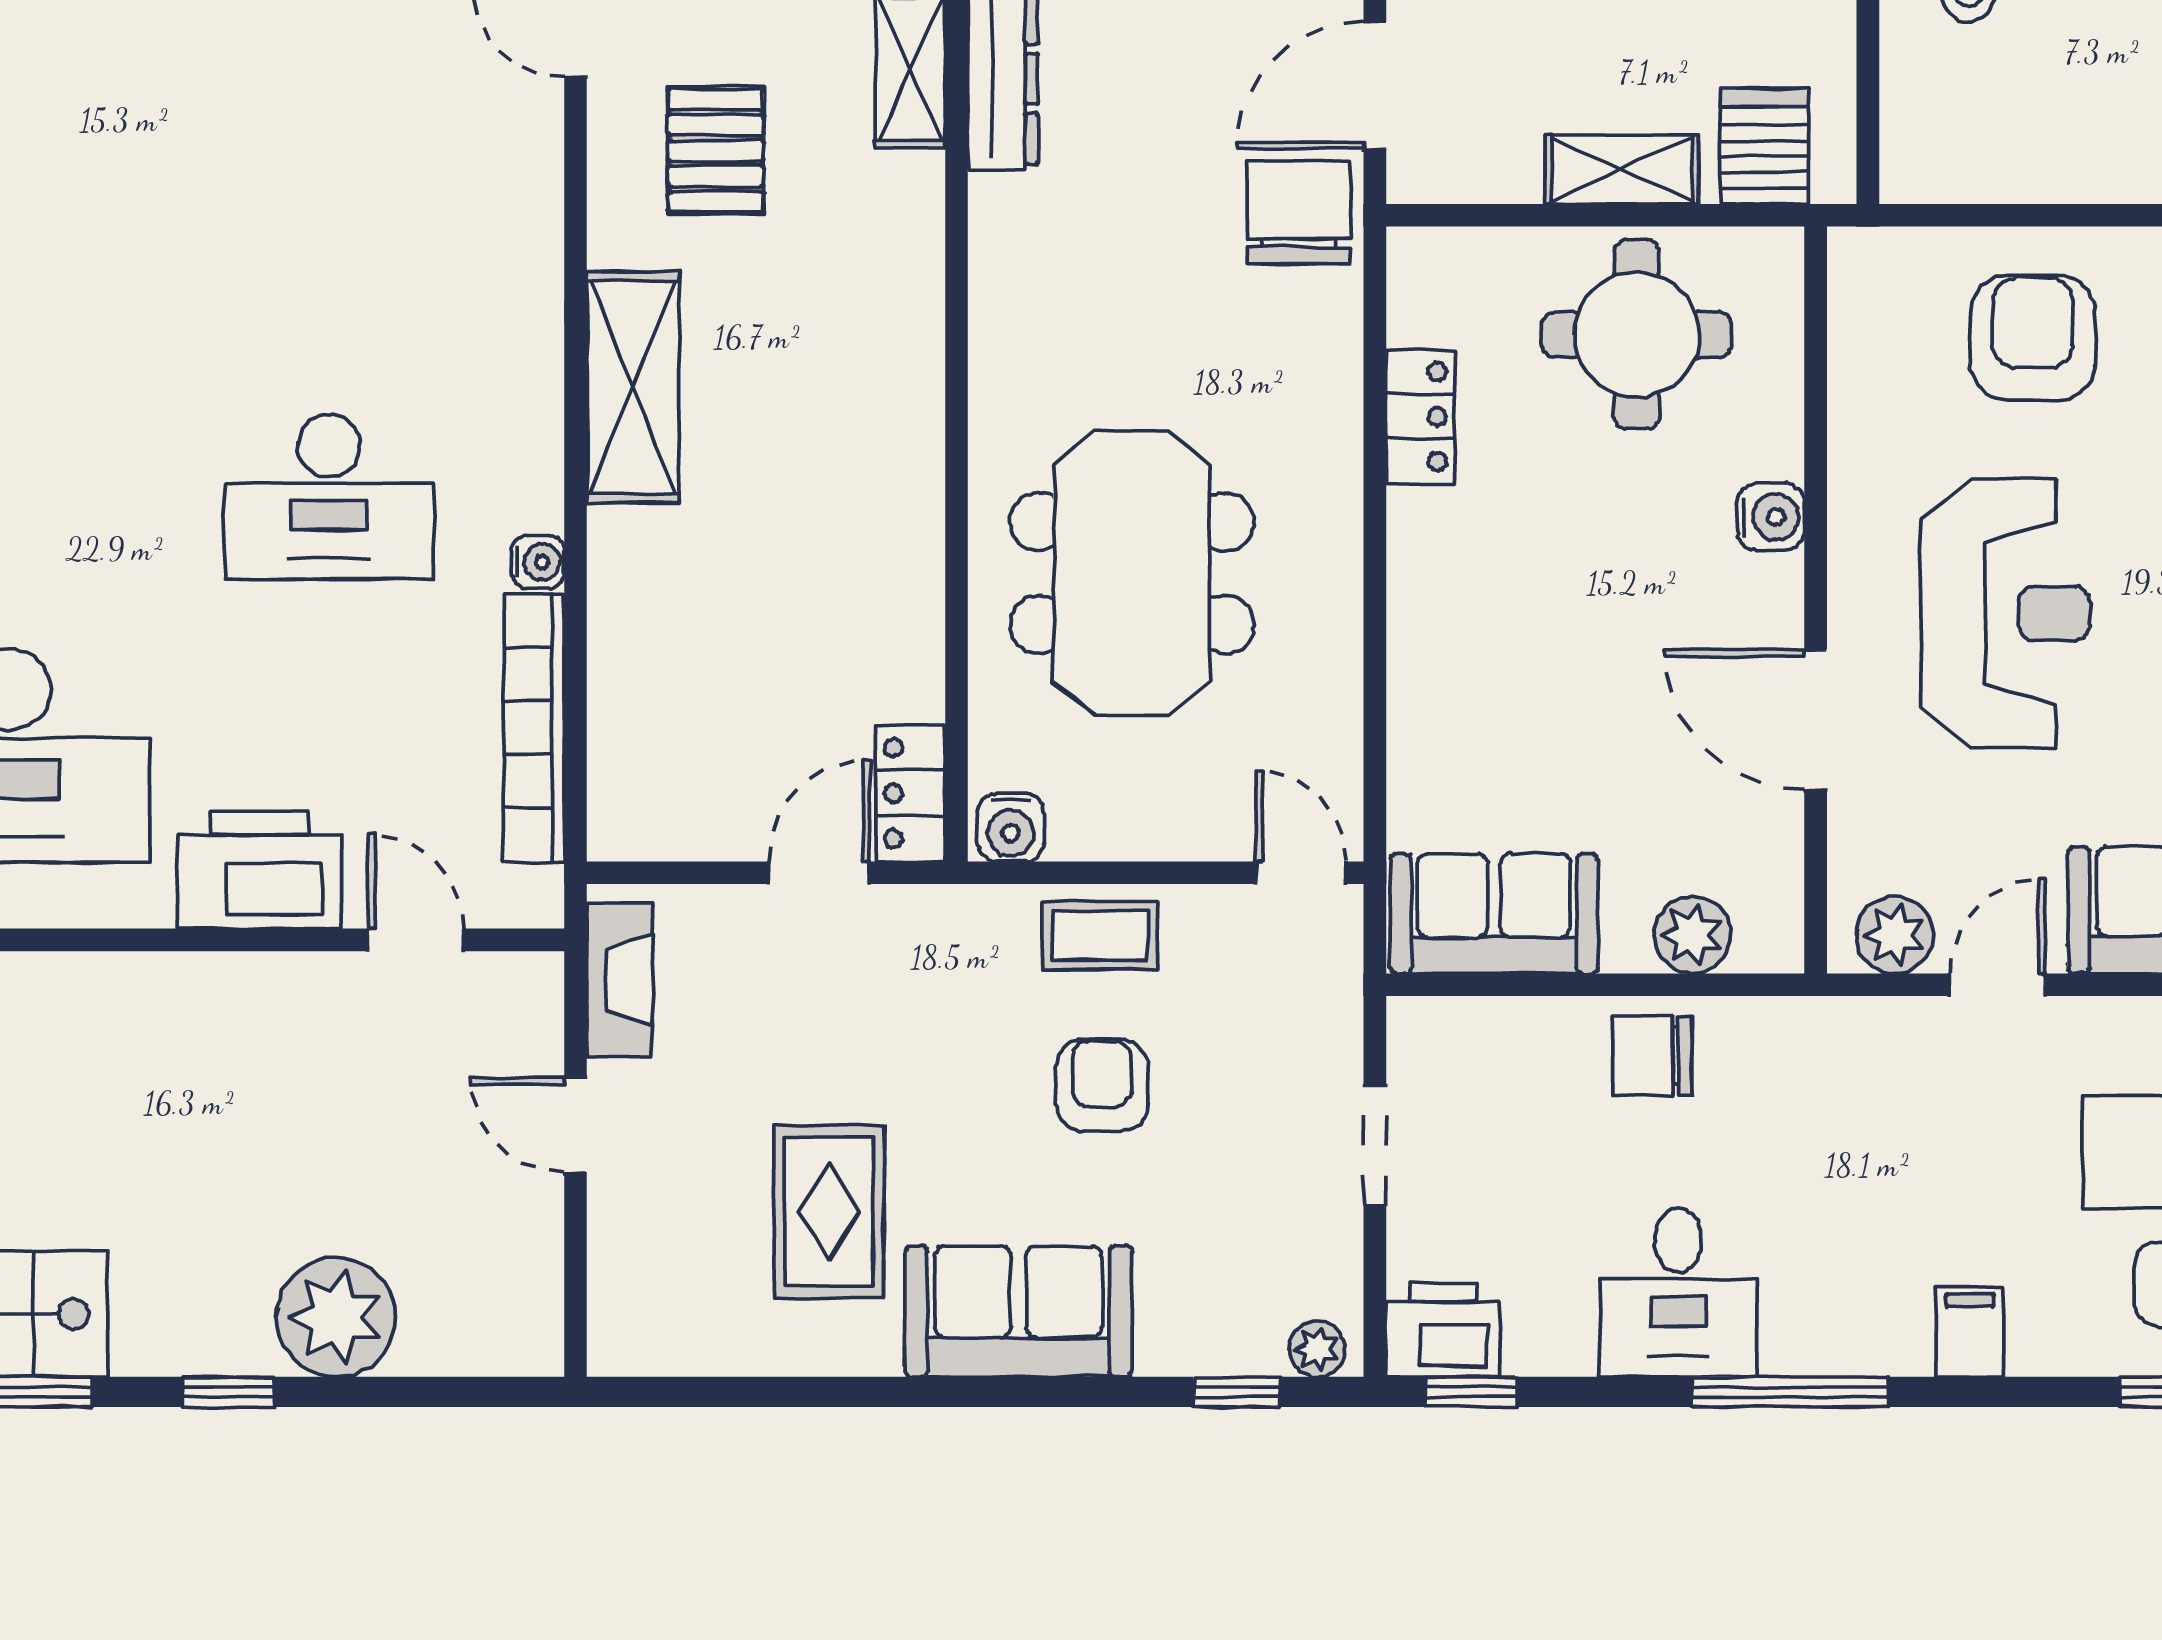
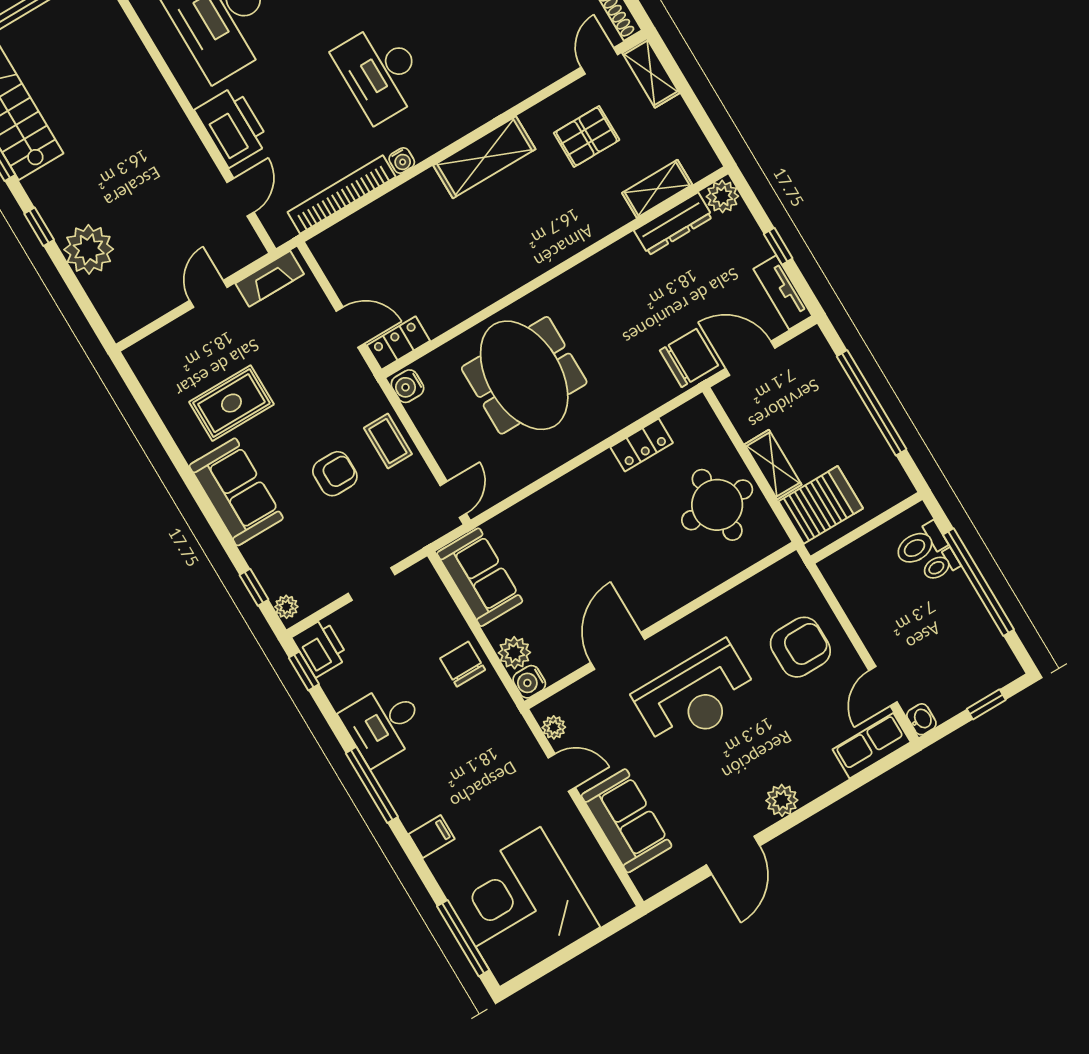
server rack: (1764, 146) -> (821, 505), width x1.36, depth x1.44
water cooler: (1771, 517) -> (529, 682), moved, turned 90
meeting table: (1132, 573) -> (524, 375), turned 90
plant: (1895, 935) -> (554, 727), width x0.73, depth x0.73

